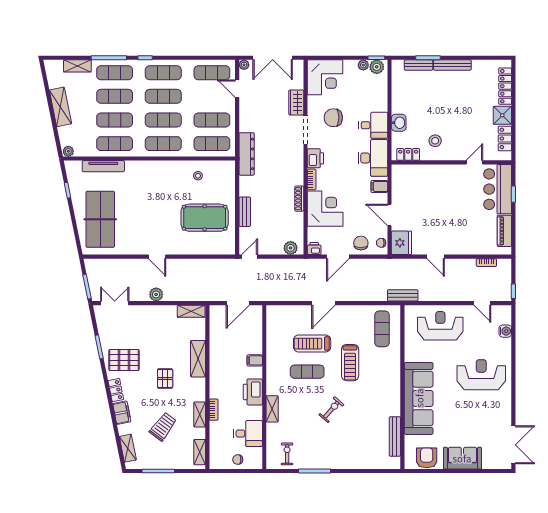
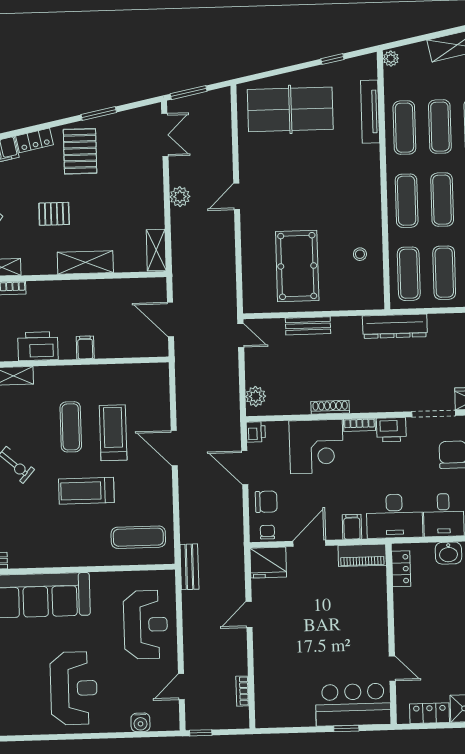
stool: (435, 141) -> (423, 609), removed
piano: (504, 231) -> (362, 555), moved, turned 180

